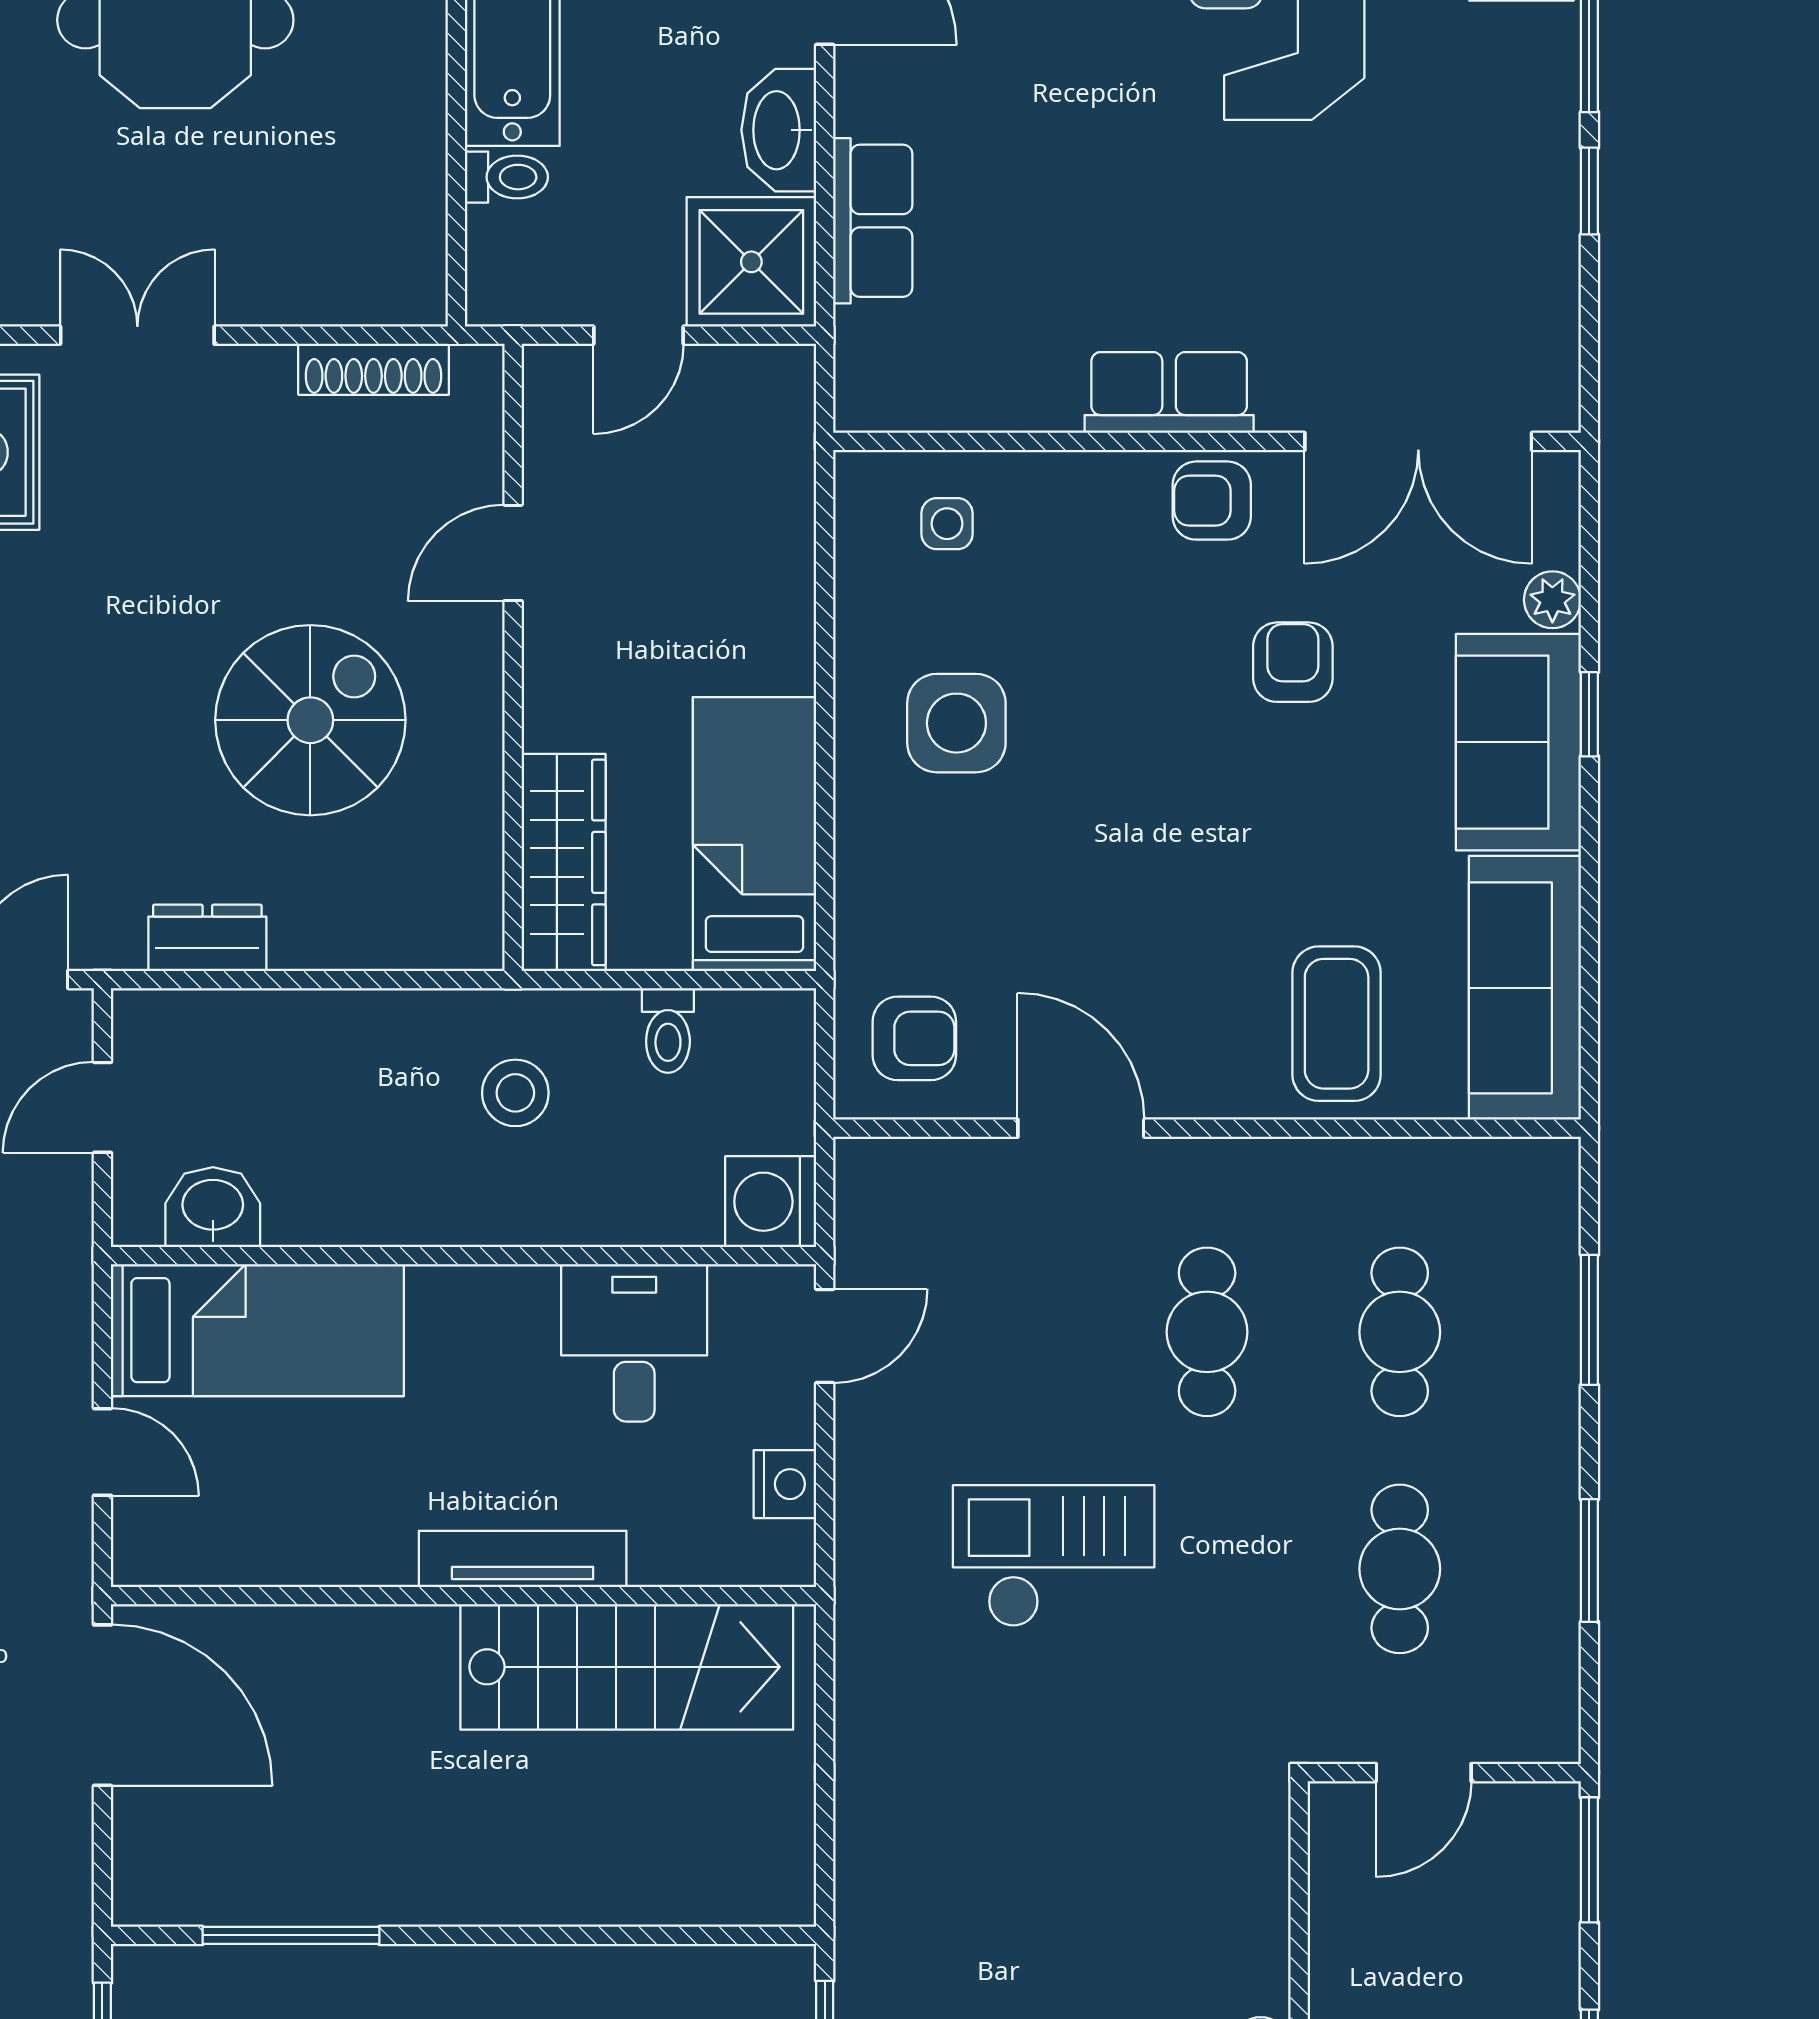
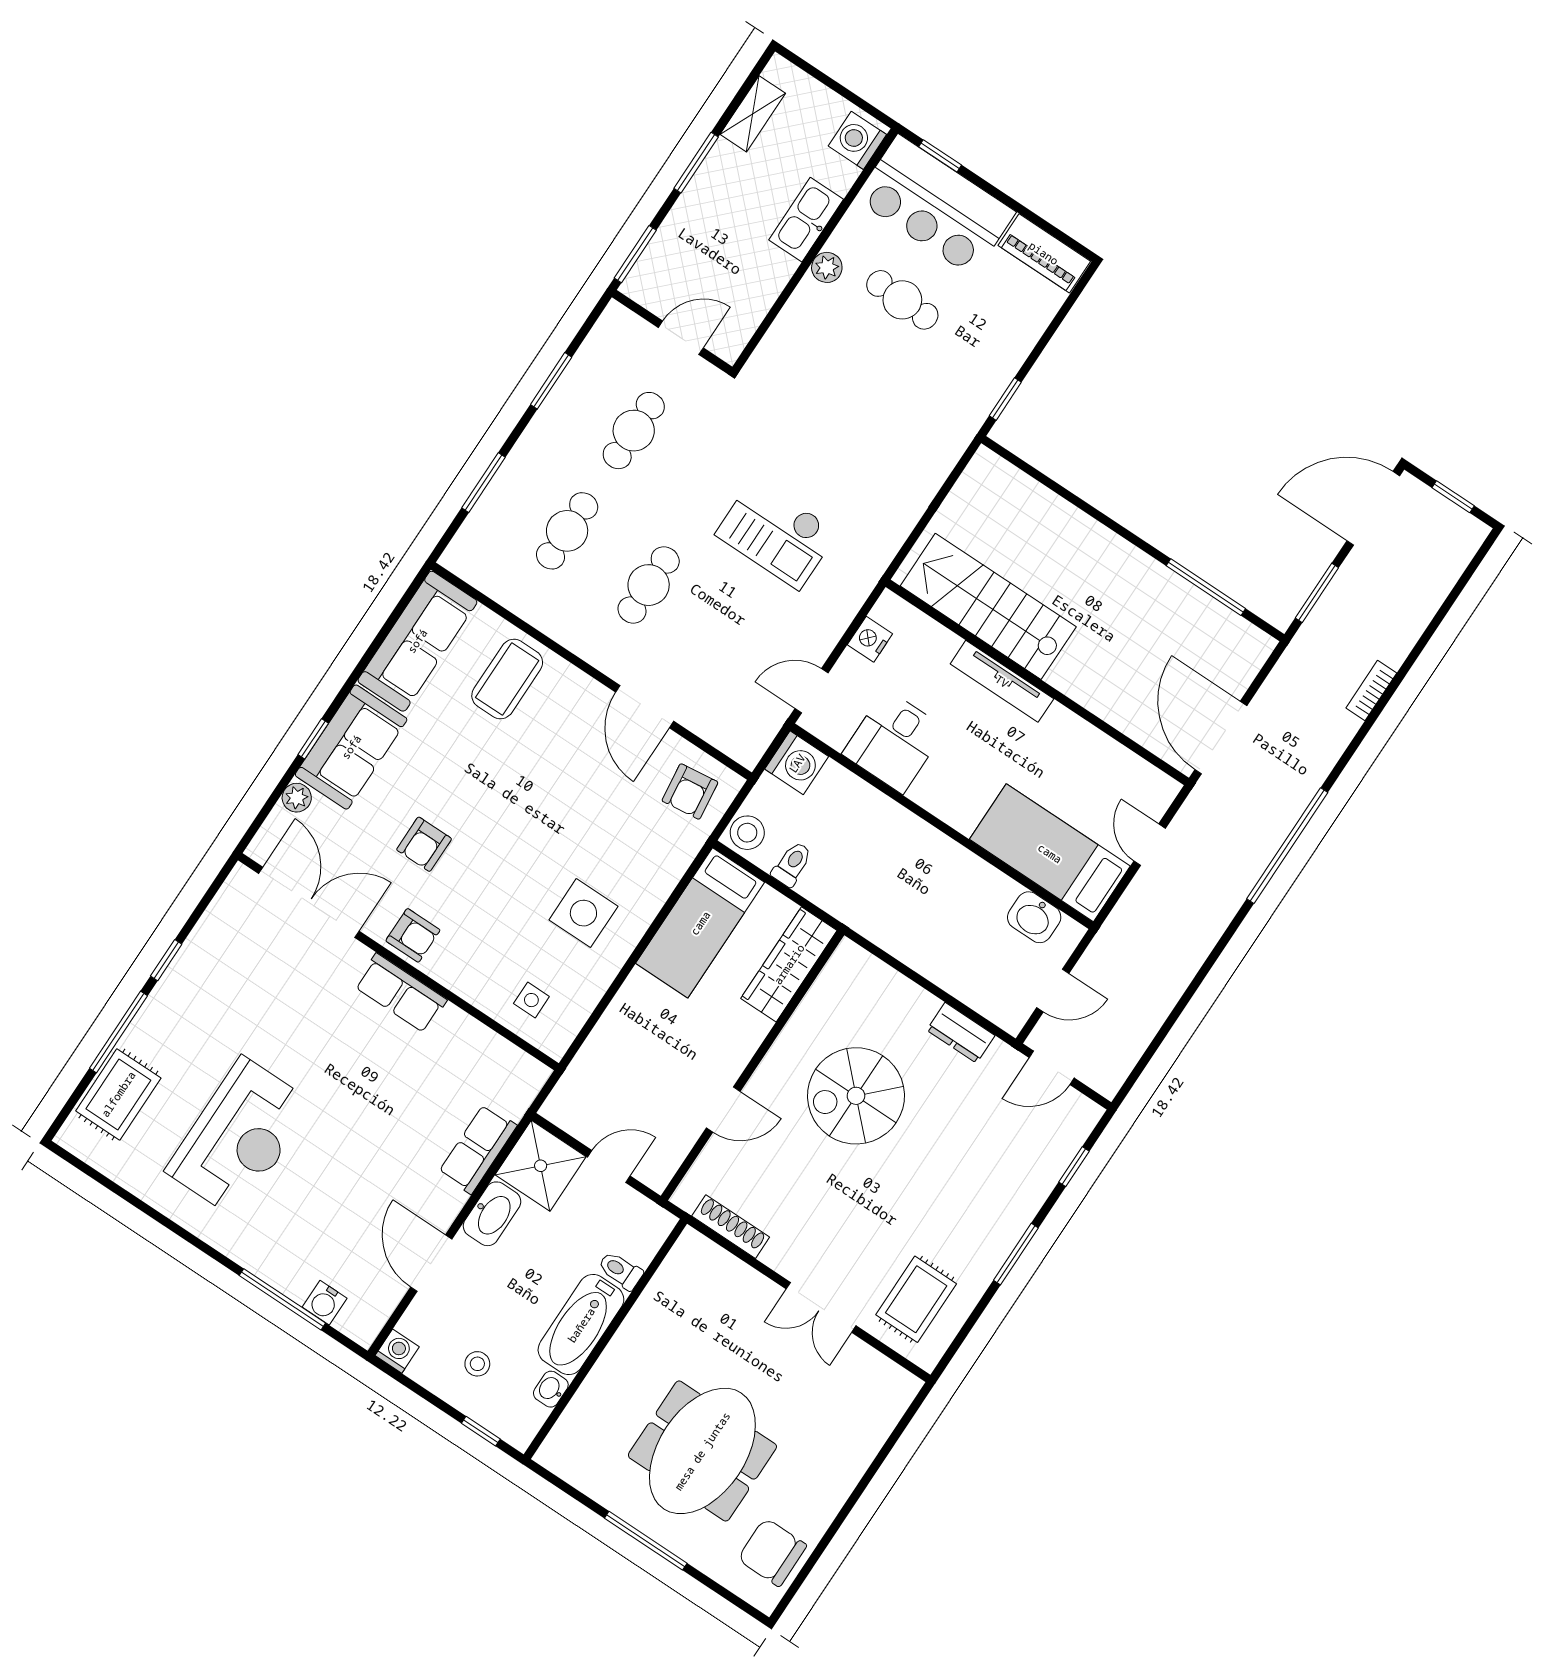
armchair: (914, 1038) -> (690, 791), turned -97
stool: (515, 1093) -> (747, 833), moved

